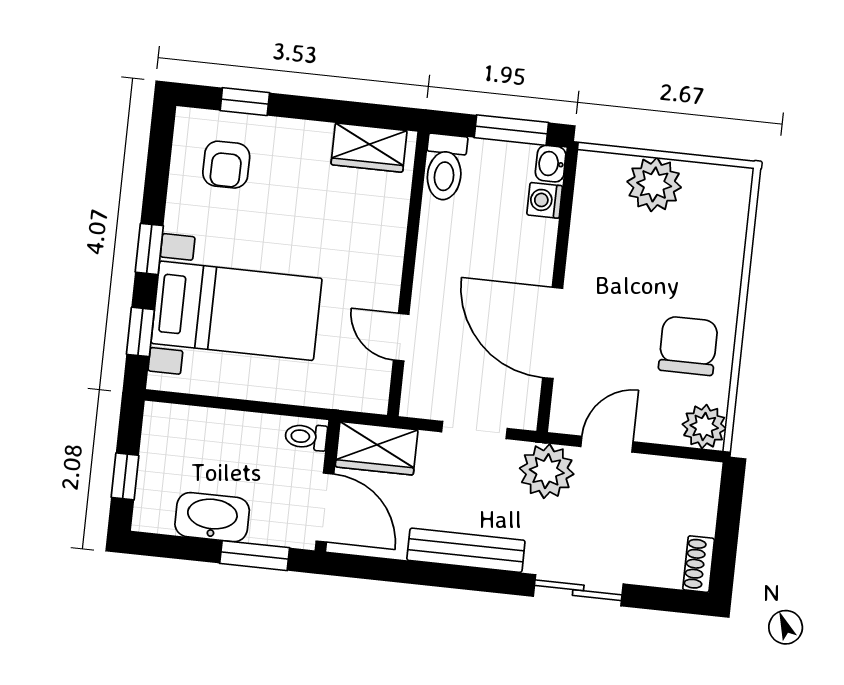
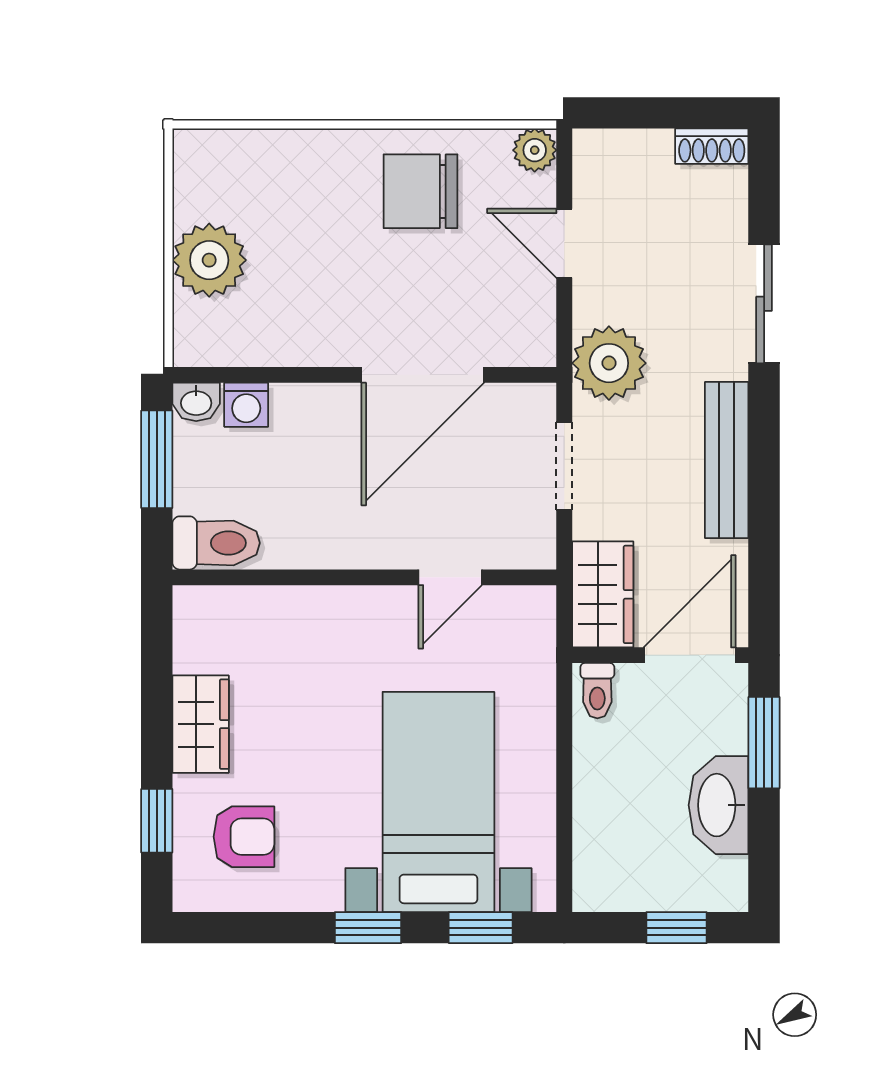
wardrobe: (369, 148) -> (201, 724), moved
plant: (704, 427) -> (535, 150), width x0.73, depth x0.73
door: (607, 444) -> (564, 243), moved

